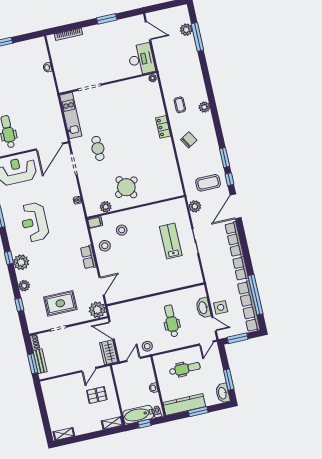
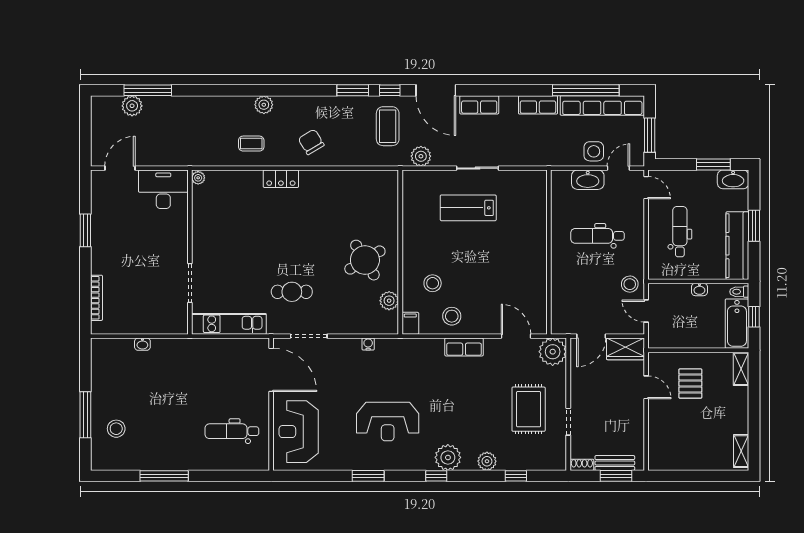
row of seats: (234, 239) -> (479, 105), width x0.68

